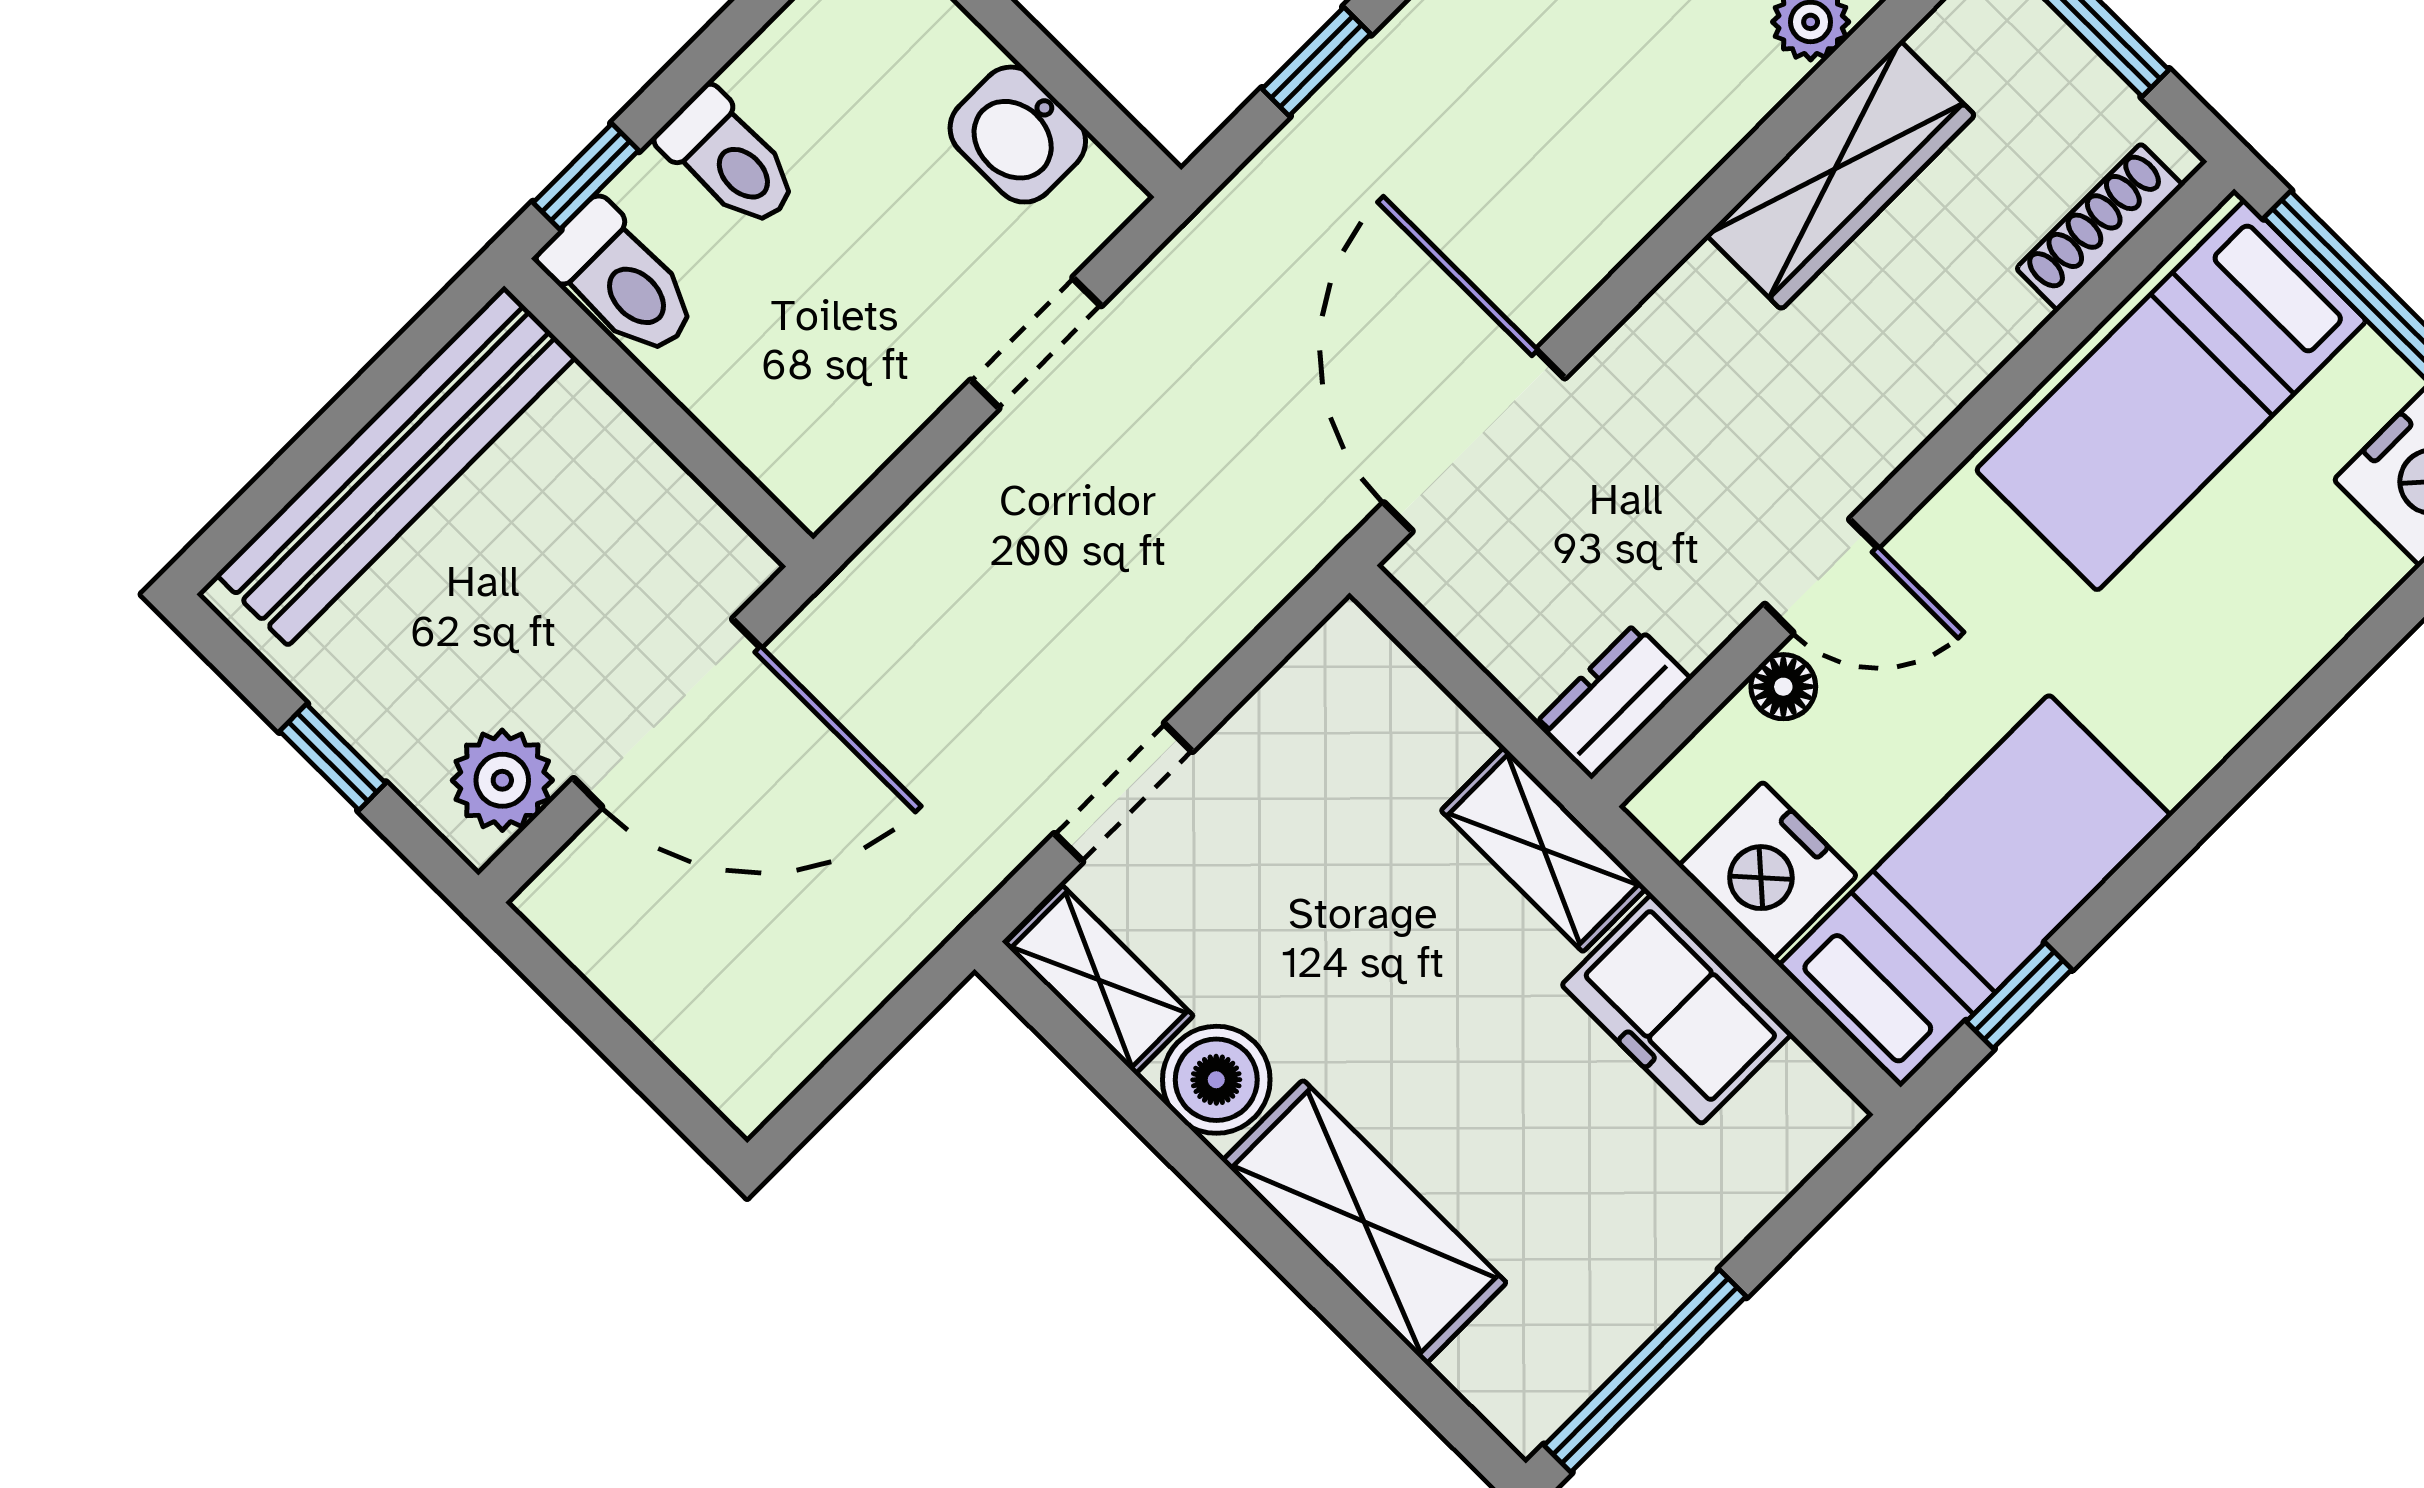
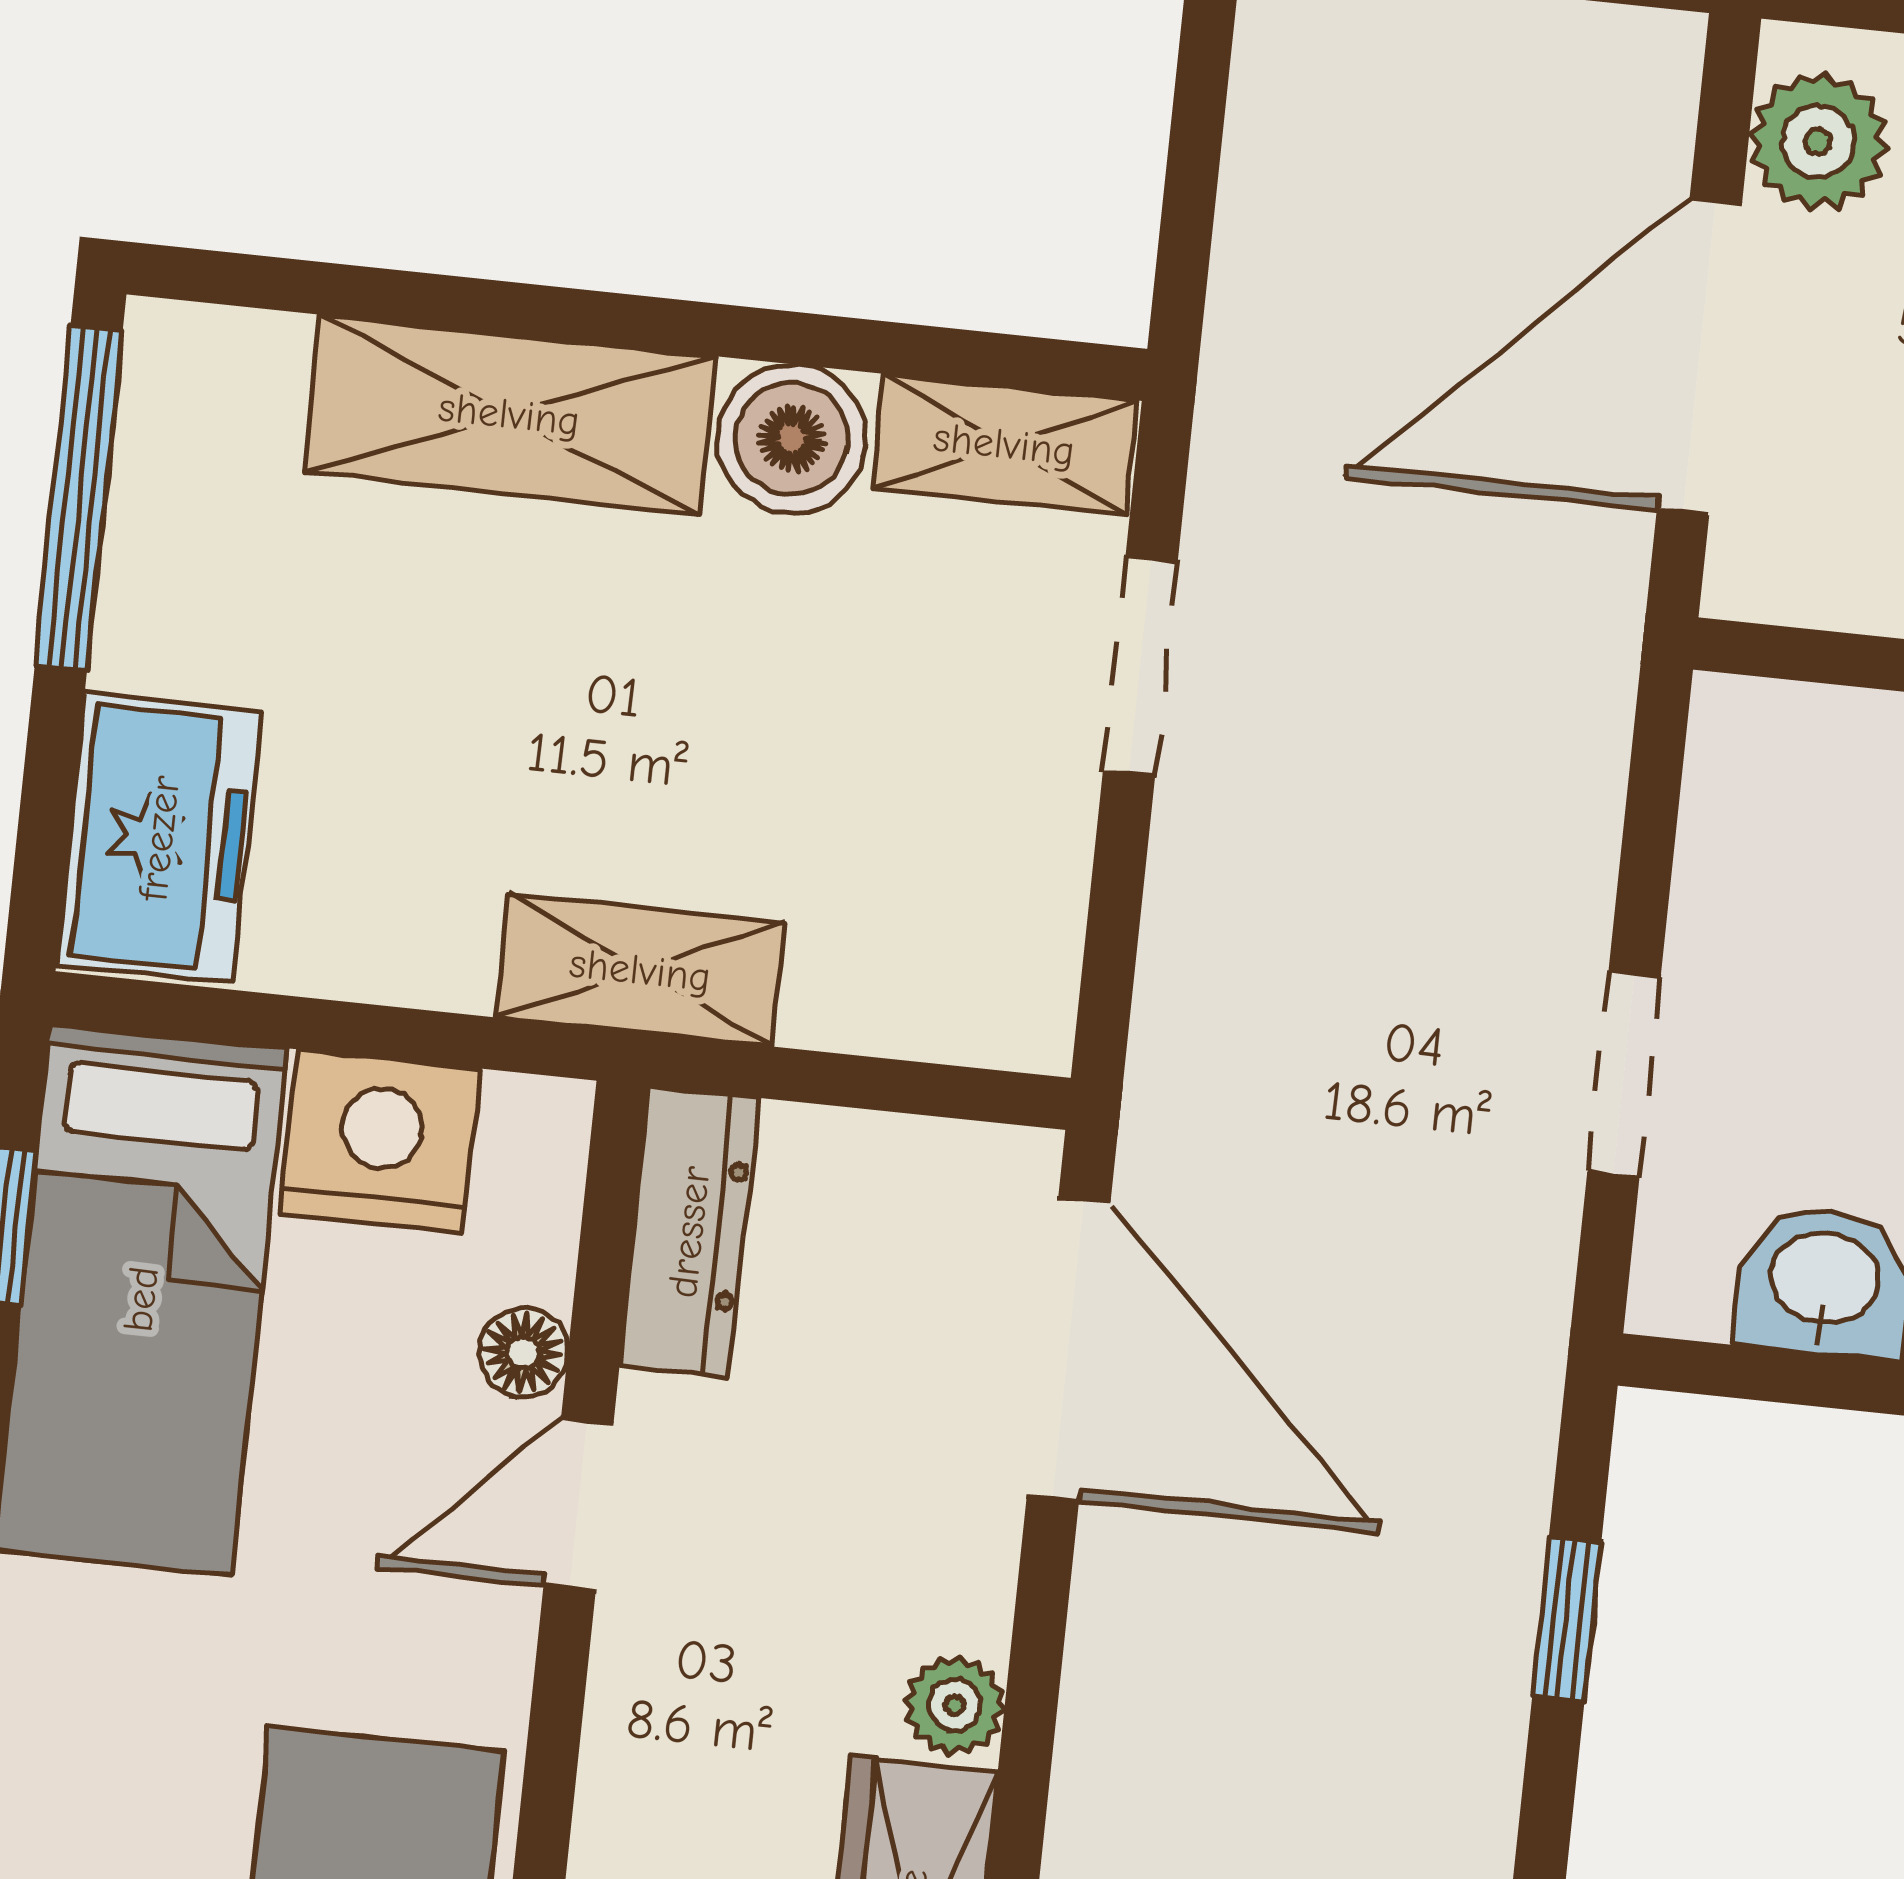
plant: (1701, 292) -> (954, 1705), added
dresser: (1613, 701) -> (689, 1232), width x1.44
freezer: (1677, 1009) -> (159, 838), moved, turned 90

